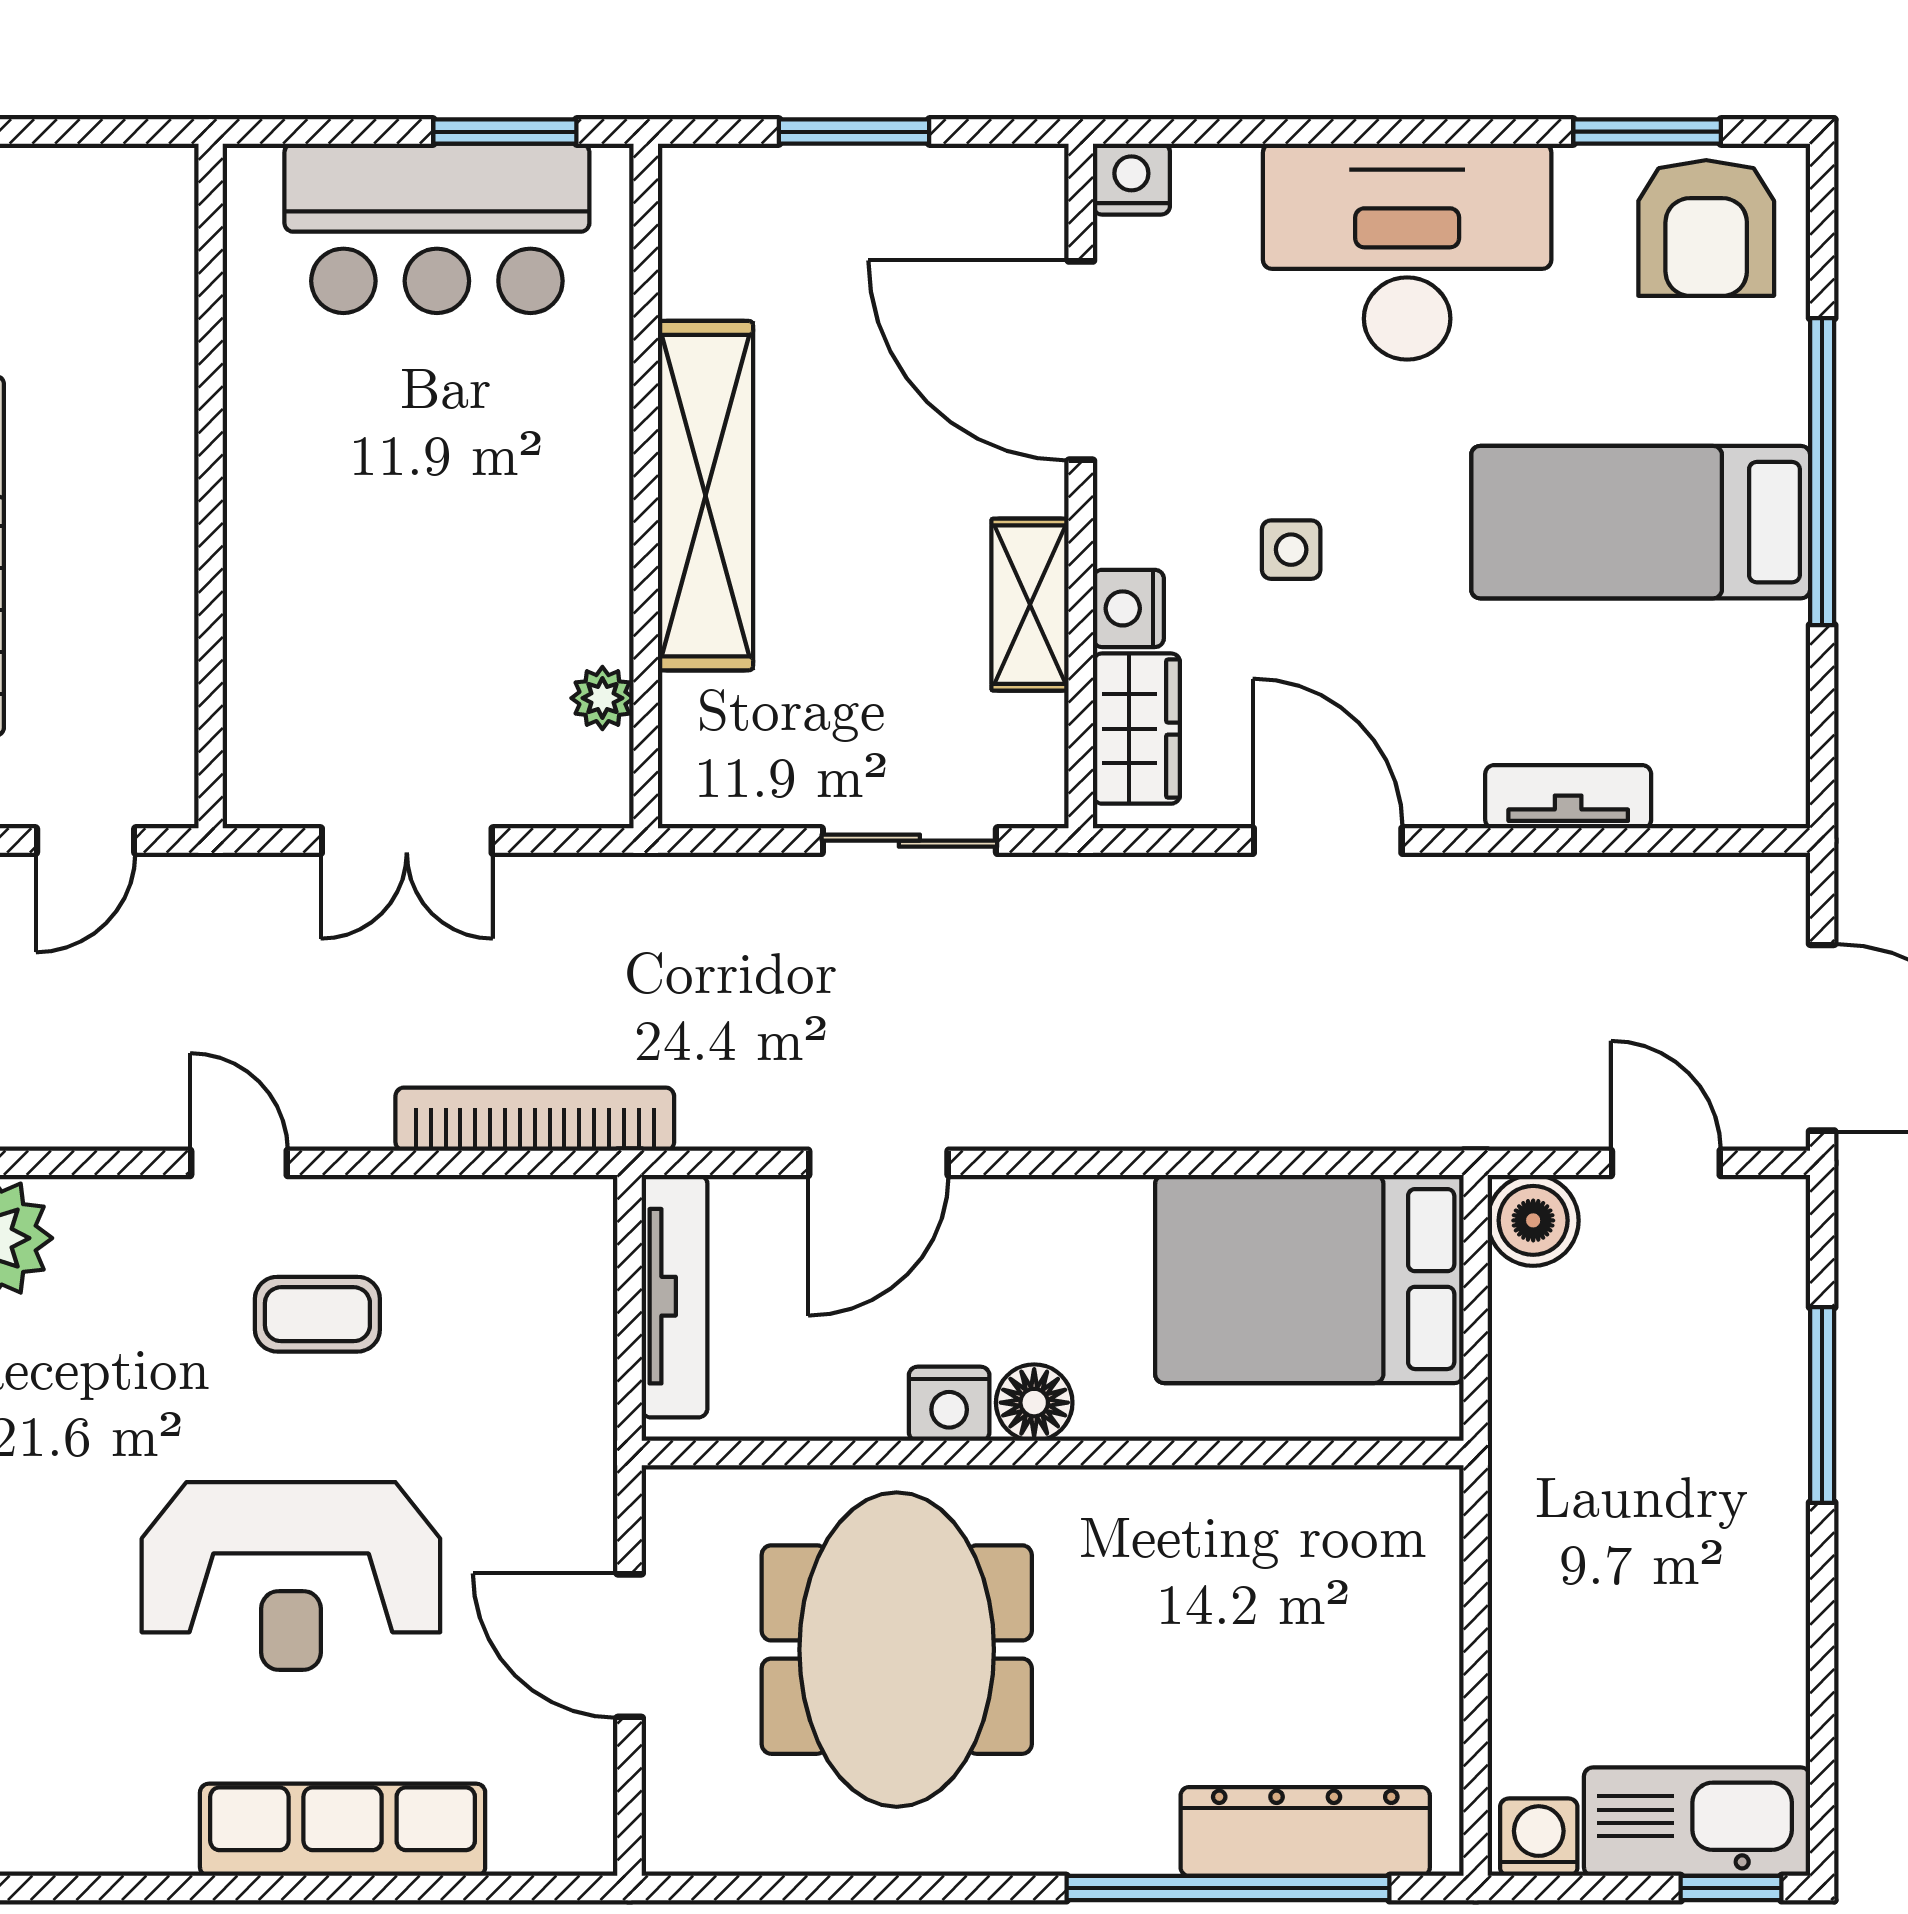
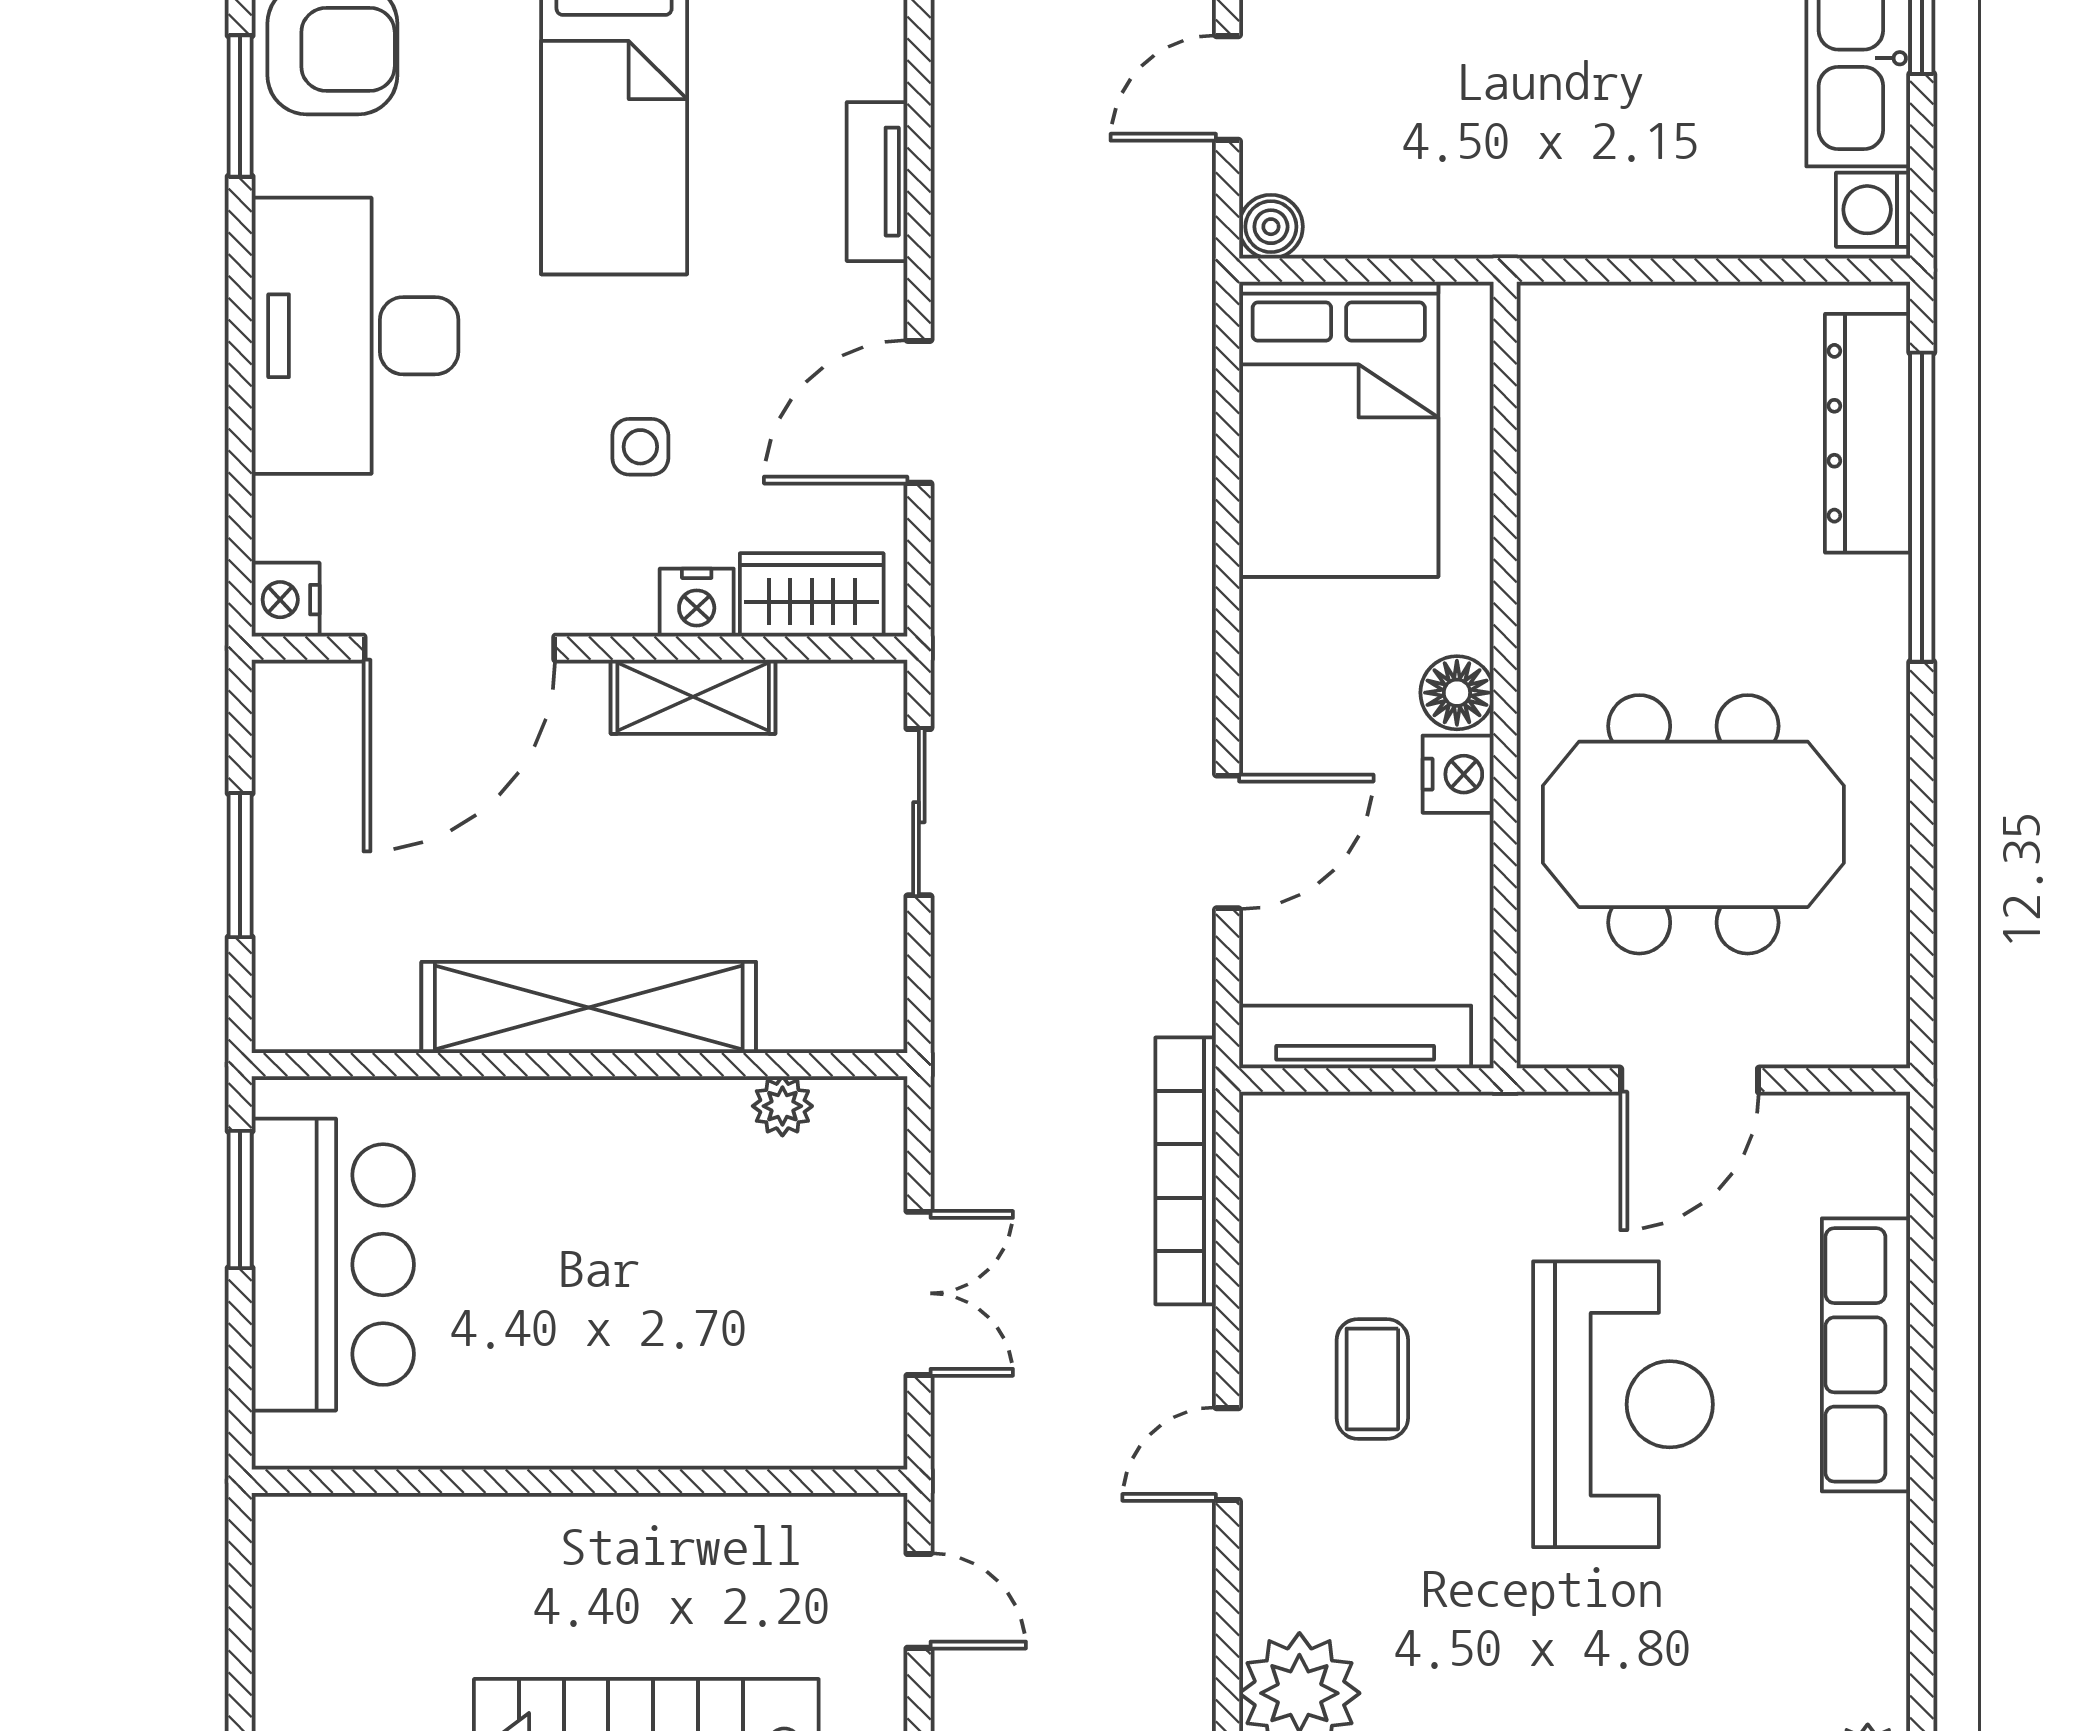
door: (878, 1163) -> (1227, 842), hinge flipped
boiler: (1533, 1220) -> (1271, 227), width x0.73, depth x0.73

